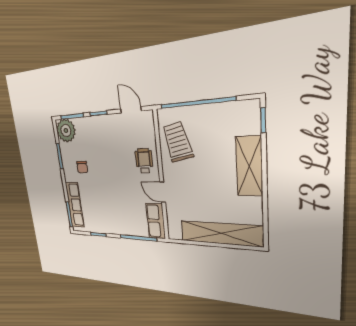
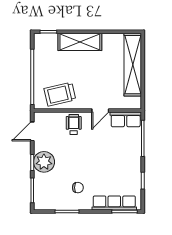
plant: (66, 131) -> (44, 162), moved
wheelchair: (144, 161) -> (74, 125), turned 90

